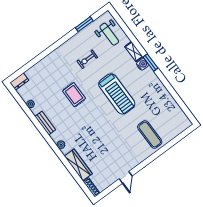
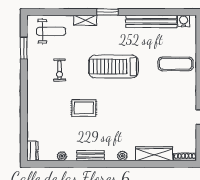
water cooler: (142, 64) -> (184, 21), moved
treadmill: (117, 94) -> (114, 66), turned 180
bench: (166, 97) -> (151, 21), added

